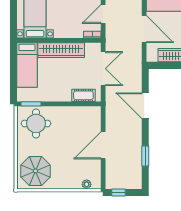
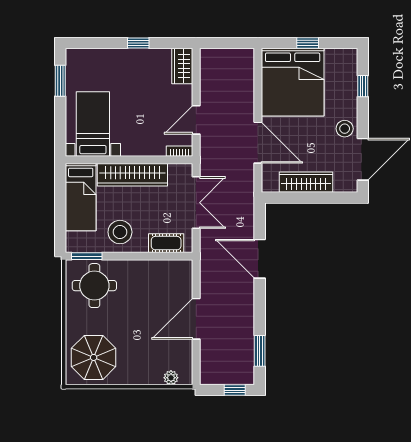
stool: (53, 88) -> (120, 232), added
window: (145, 156) -> (260, 351), moved
window: (119, 193) -> (235, 390), moved

